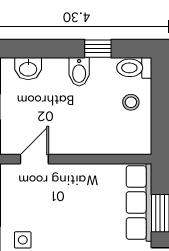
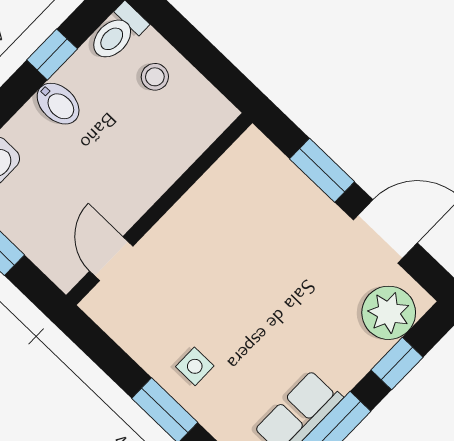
row of seats: (139, 202) -> (285, 183), removed

